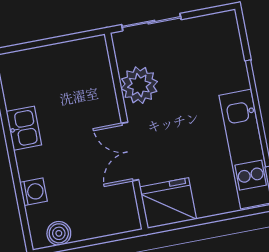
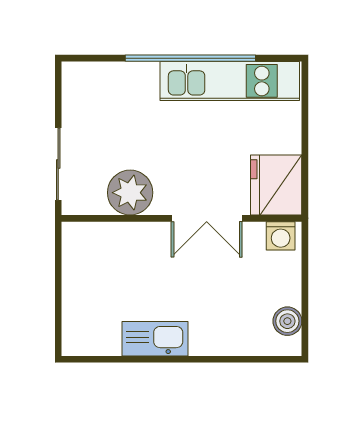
kitchen sink: (24, 128) -> (155, 339), width x1.38
washing machine: (33, 192) -> (281, 236), moved, turned 180

